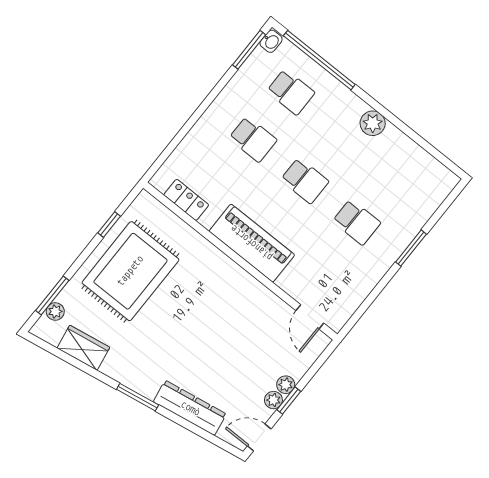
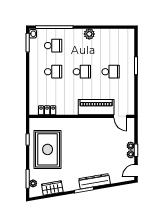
piano: (252, 243) -> (96, 107), moved
dresser: (190, 408) -> (94, 181), moved

